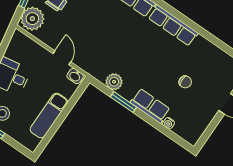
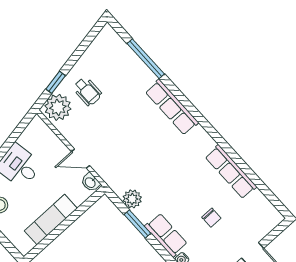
row of seats: (173, 25) -> (231, 172), moved
door: (62, 58) -> (80, 159), swing flipped

